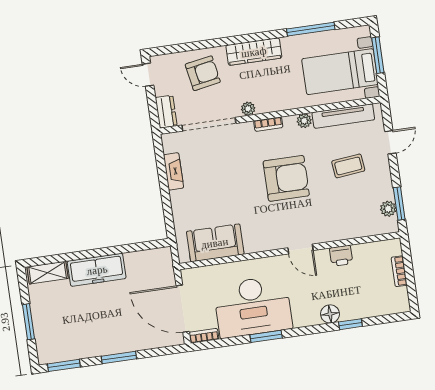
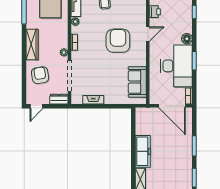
armchair: (286, 178) -> (118, 41), moved
door: (183, 309) -> (172, 106), hinge flipped
floor lamp: (330, 314) -> (187, 39), moved

